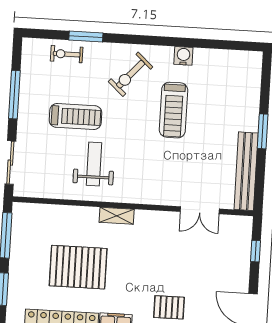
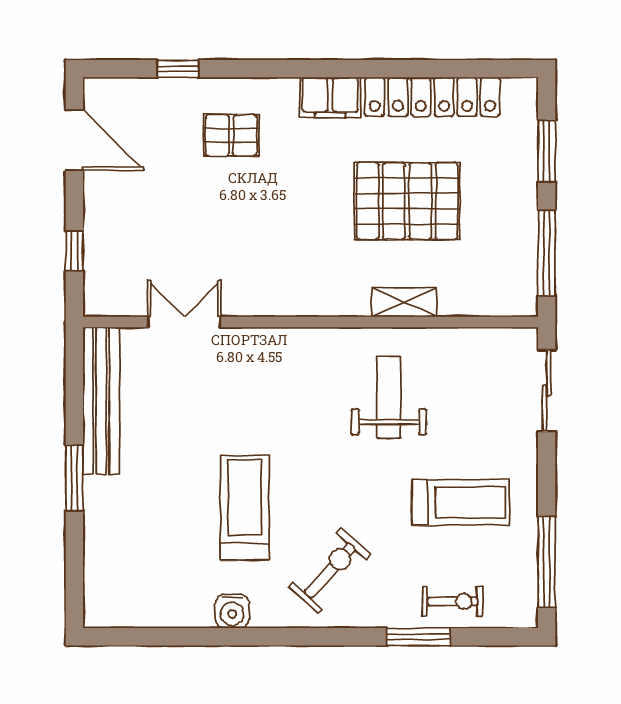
window: (14, 95) -> (547, 562), moved
treadmill: (75, 116) -> (461, 502), moved, turned 180
weight bench: (94, 164) -> (389, 397), turned 180
shelving: (117, 216) -> (404, 302), moved

